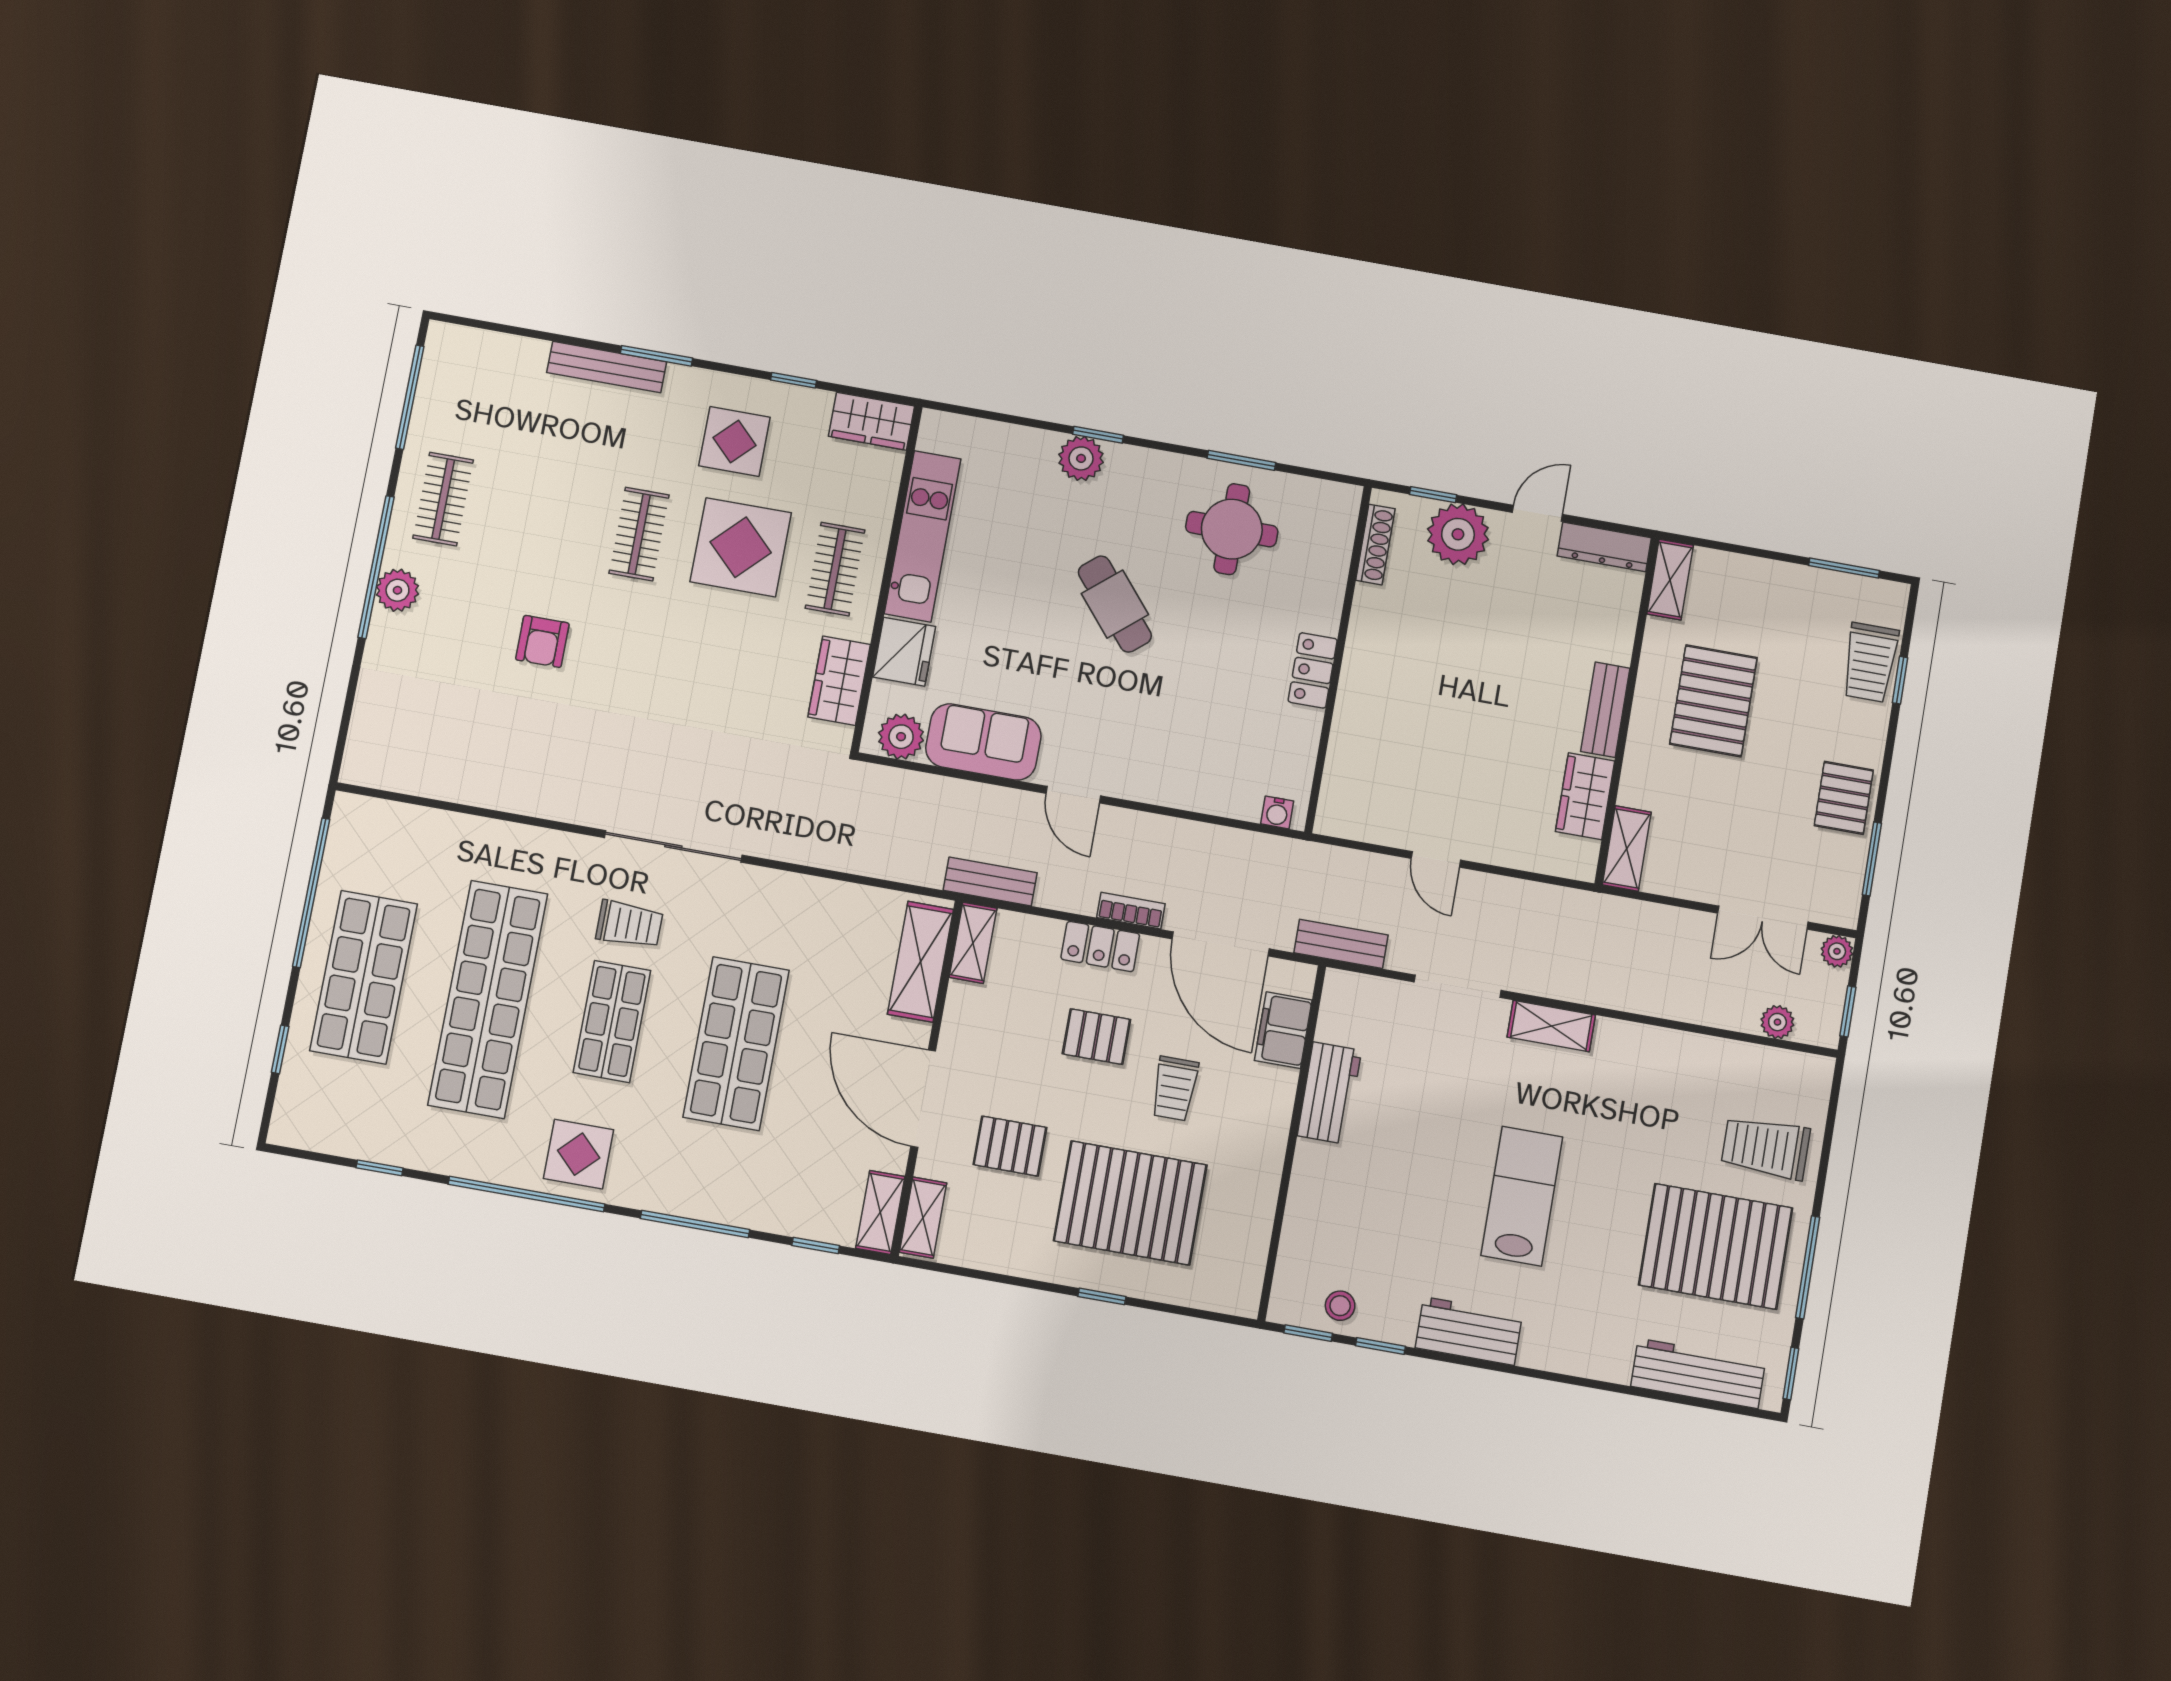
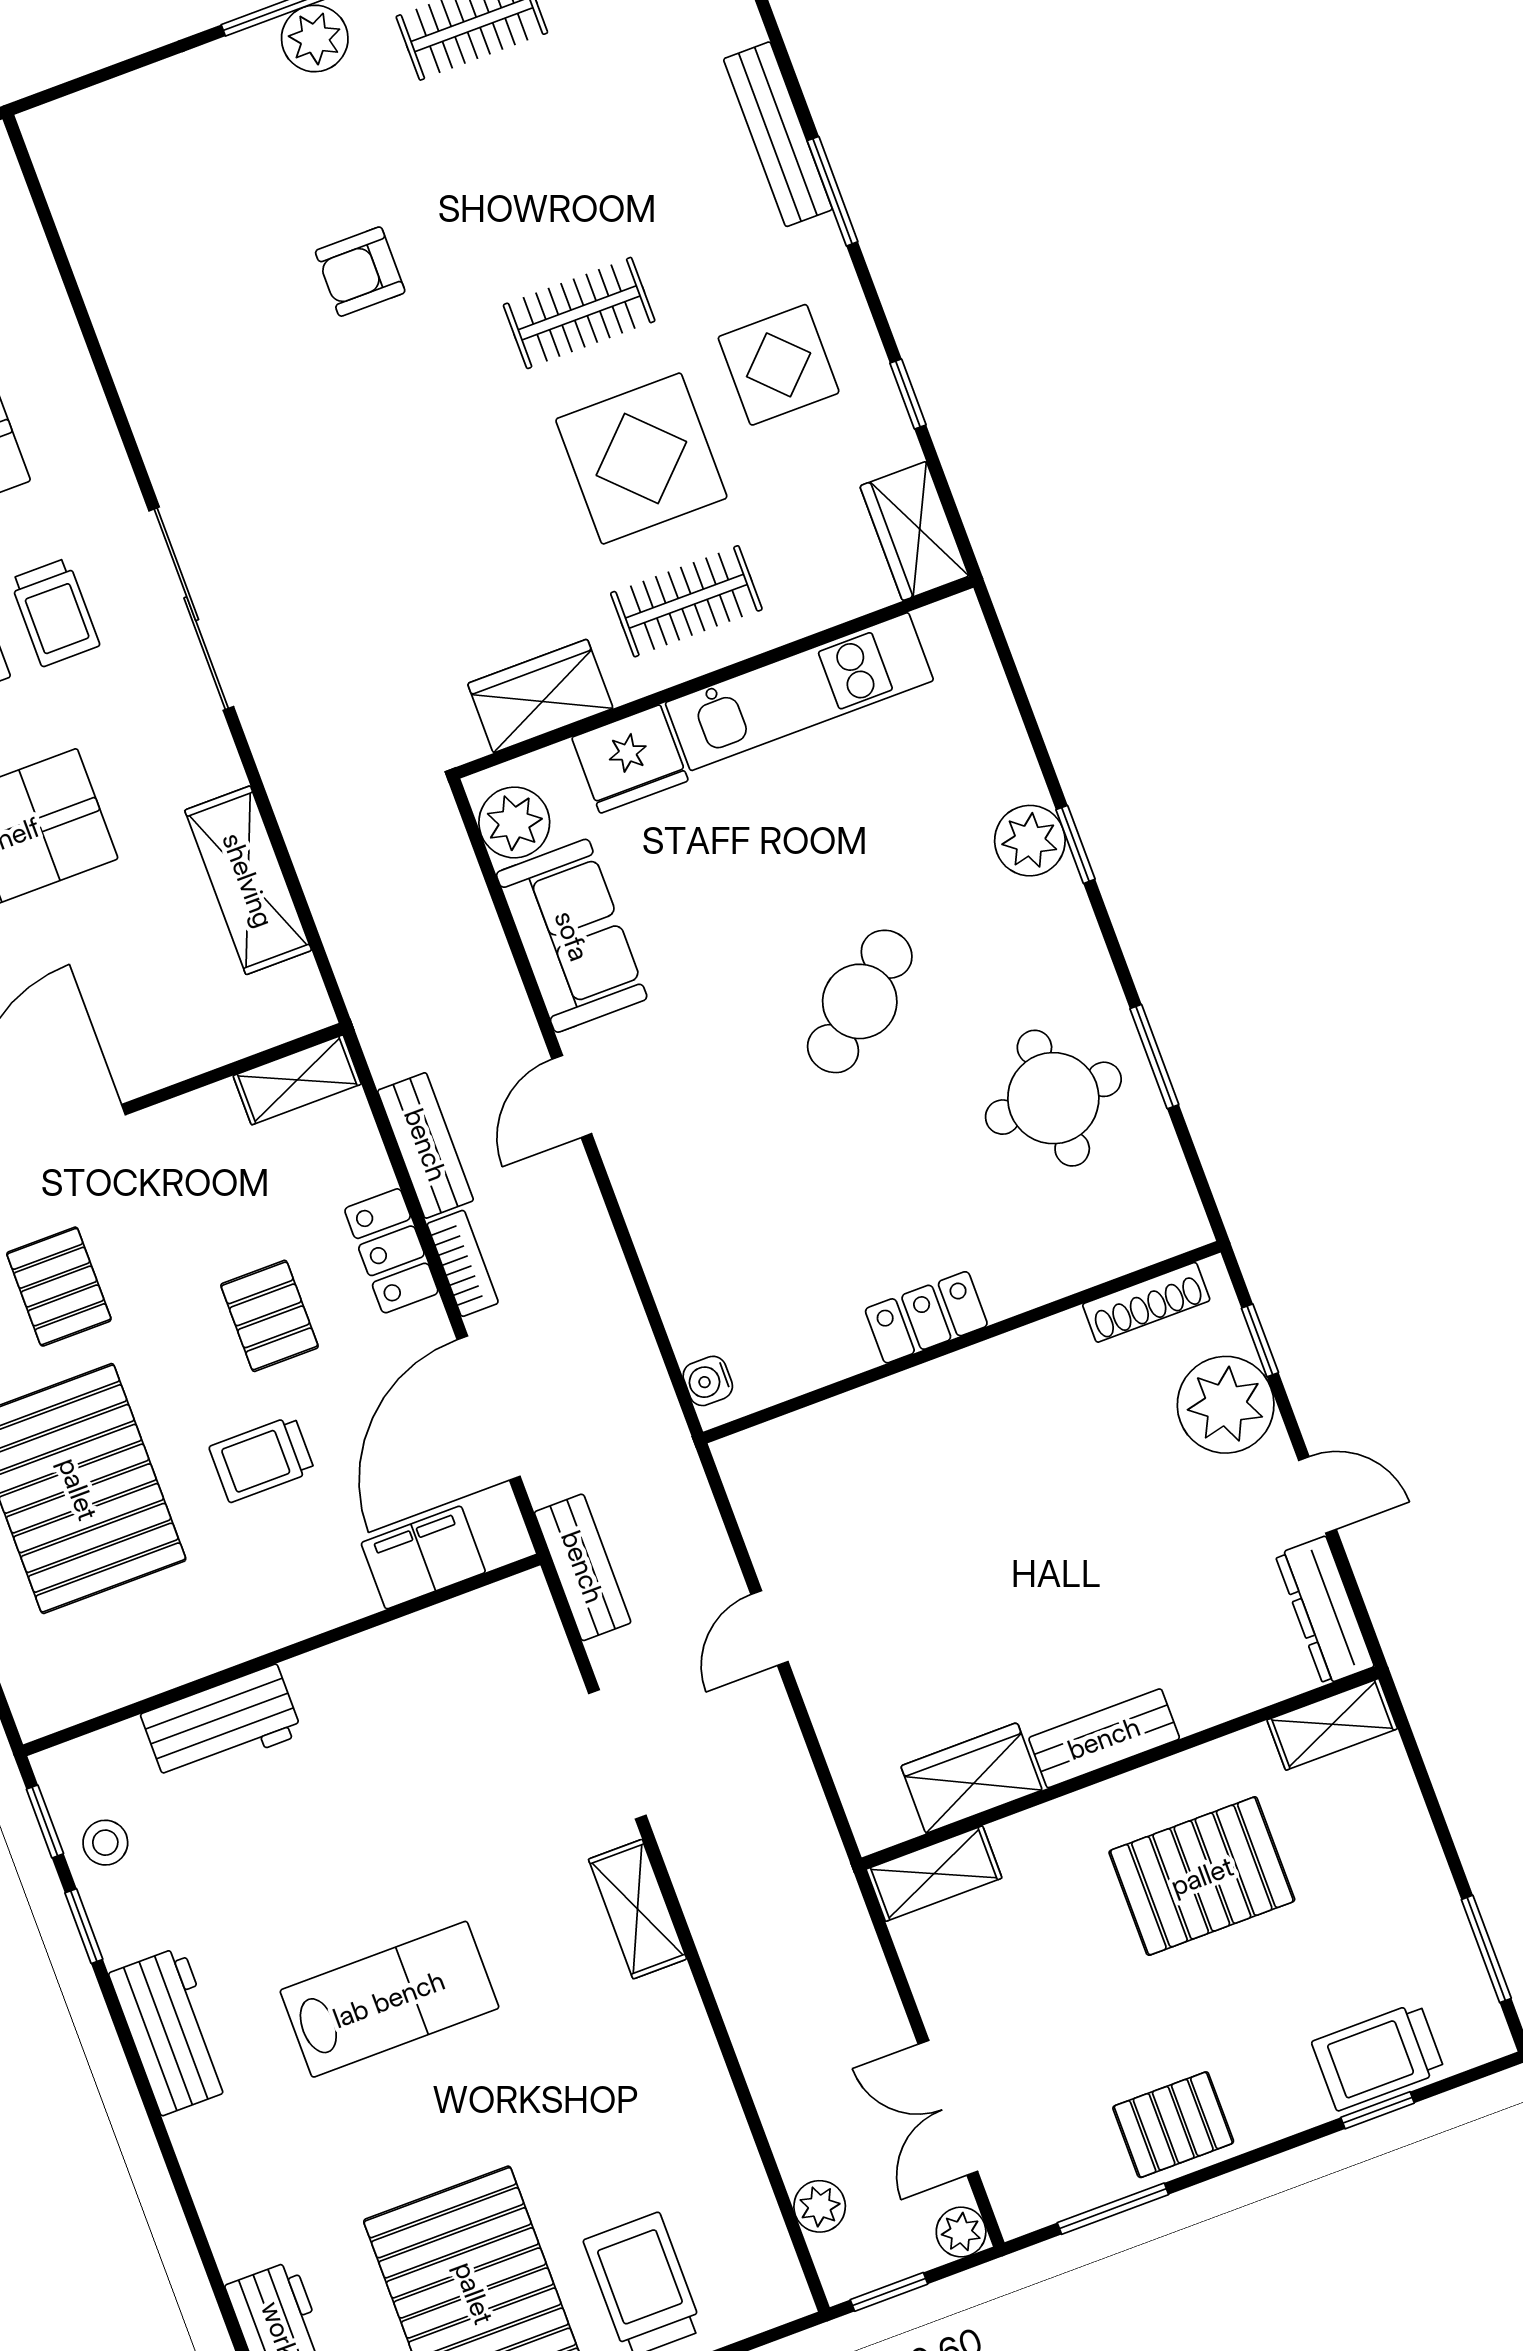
bench: (990, 881) -> (426, 1145), moved
shelving: (920, 962) -> (248, 880), moved, turned 90
workbench: (1329, 1093) -> (221, 1724), moved

